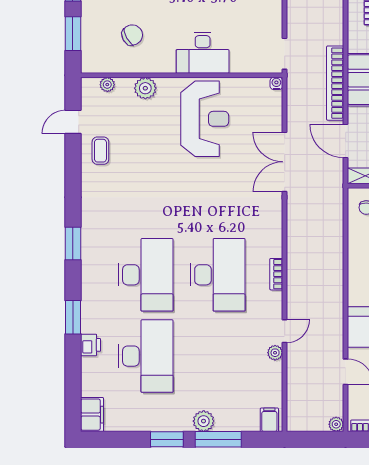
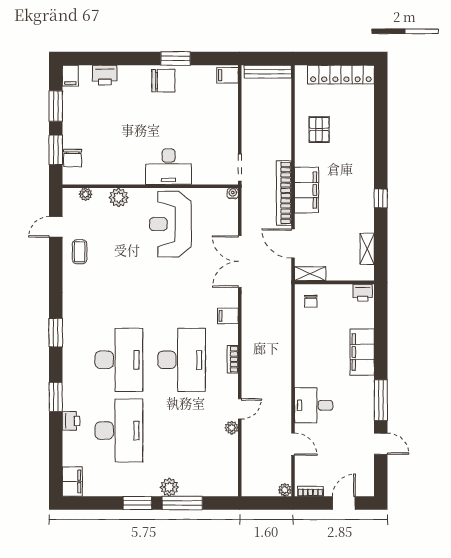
chair: (132, 35) -> (73, 158), moved, turned 119
reception desk: (205, 119) -> (170, 224), turned 180
filing cabinet: (269, 420) -> (228, 316), moved, turned -90

